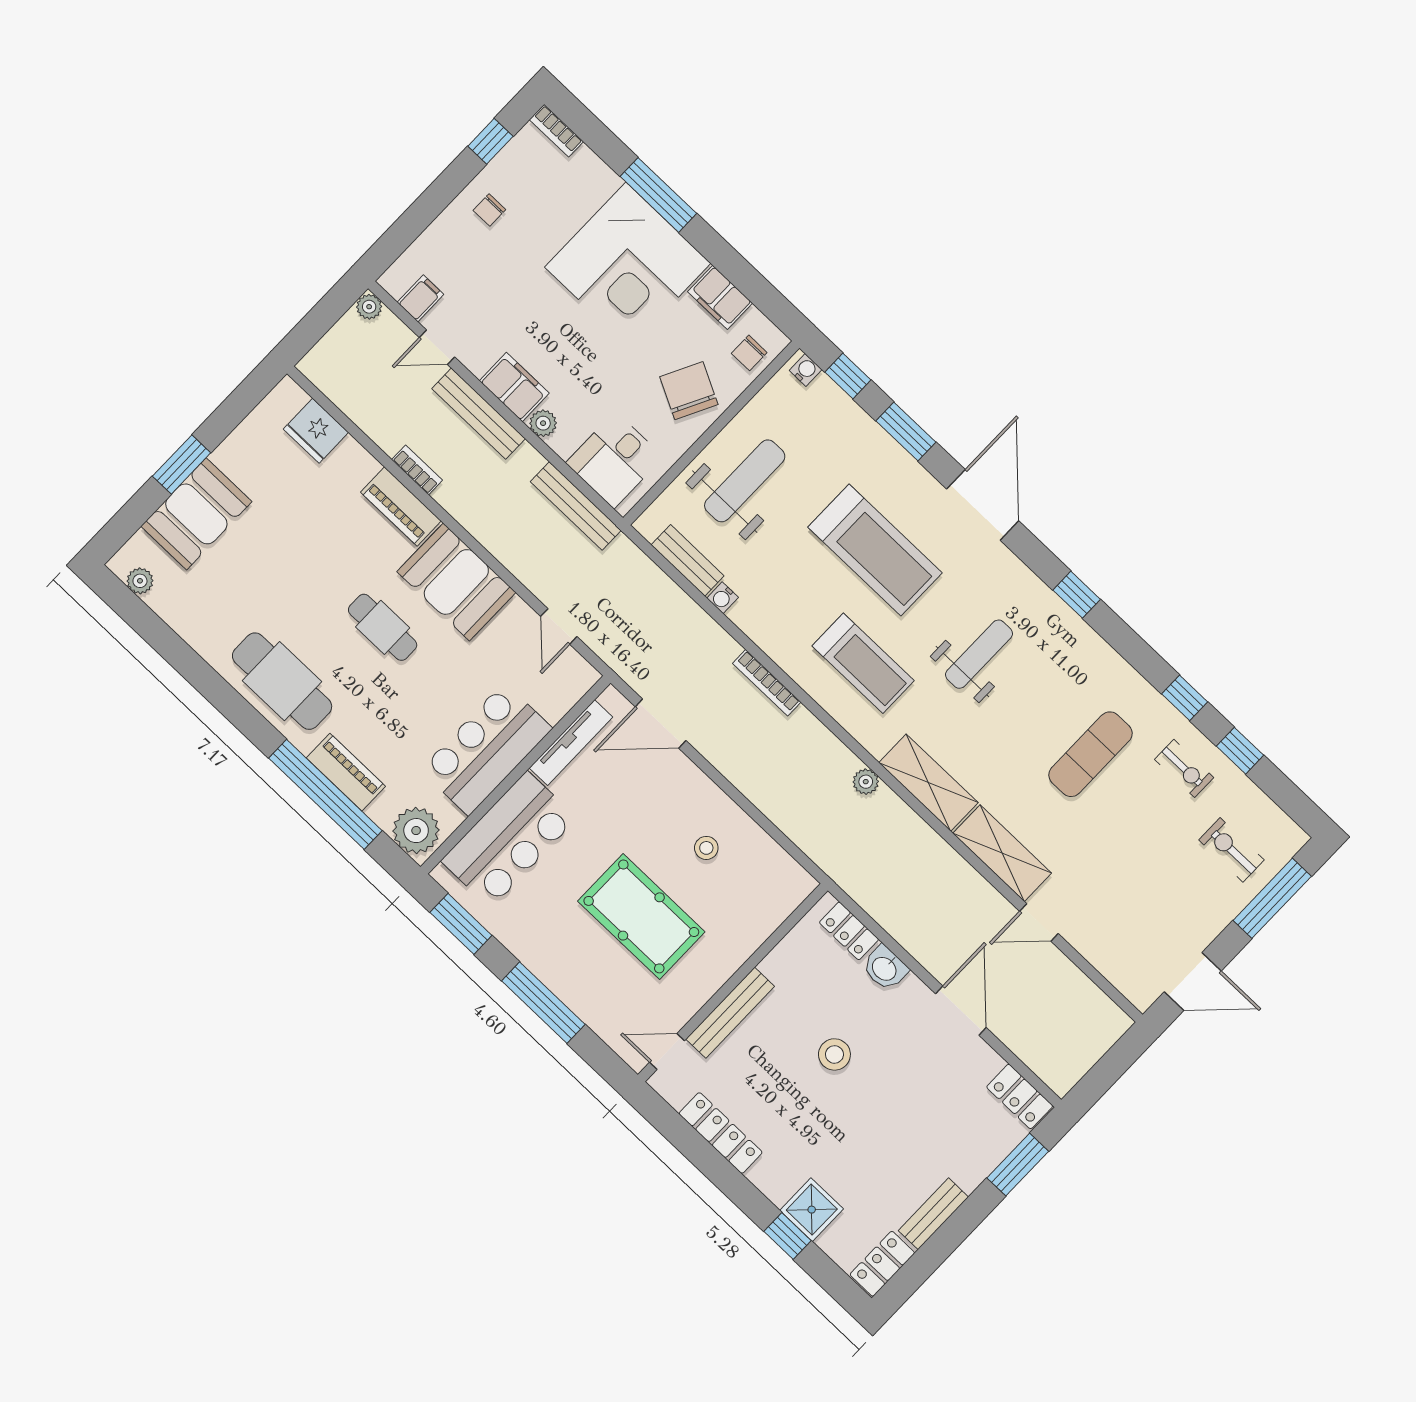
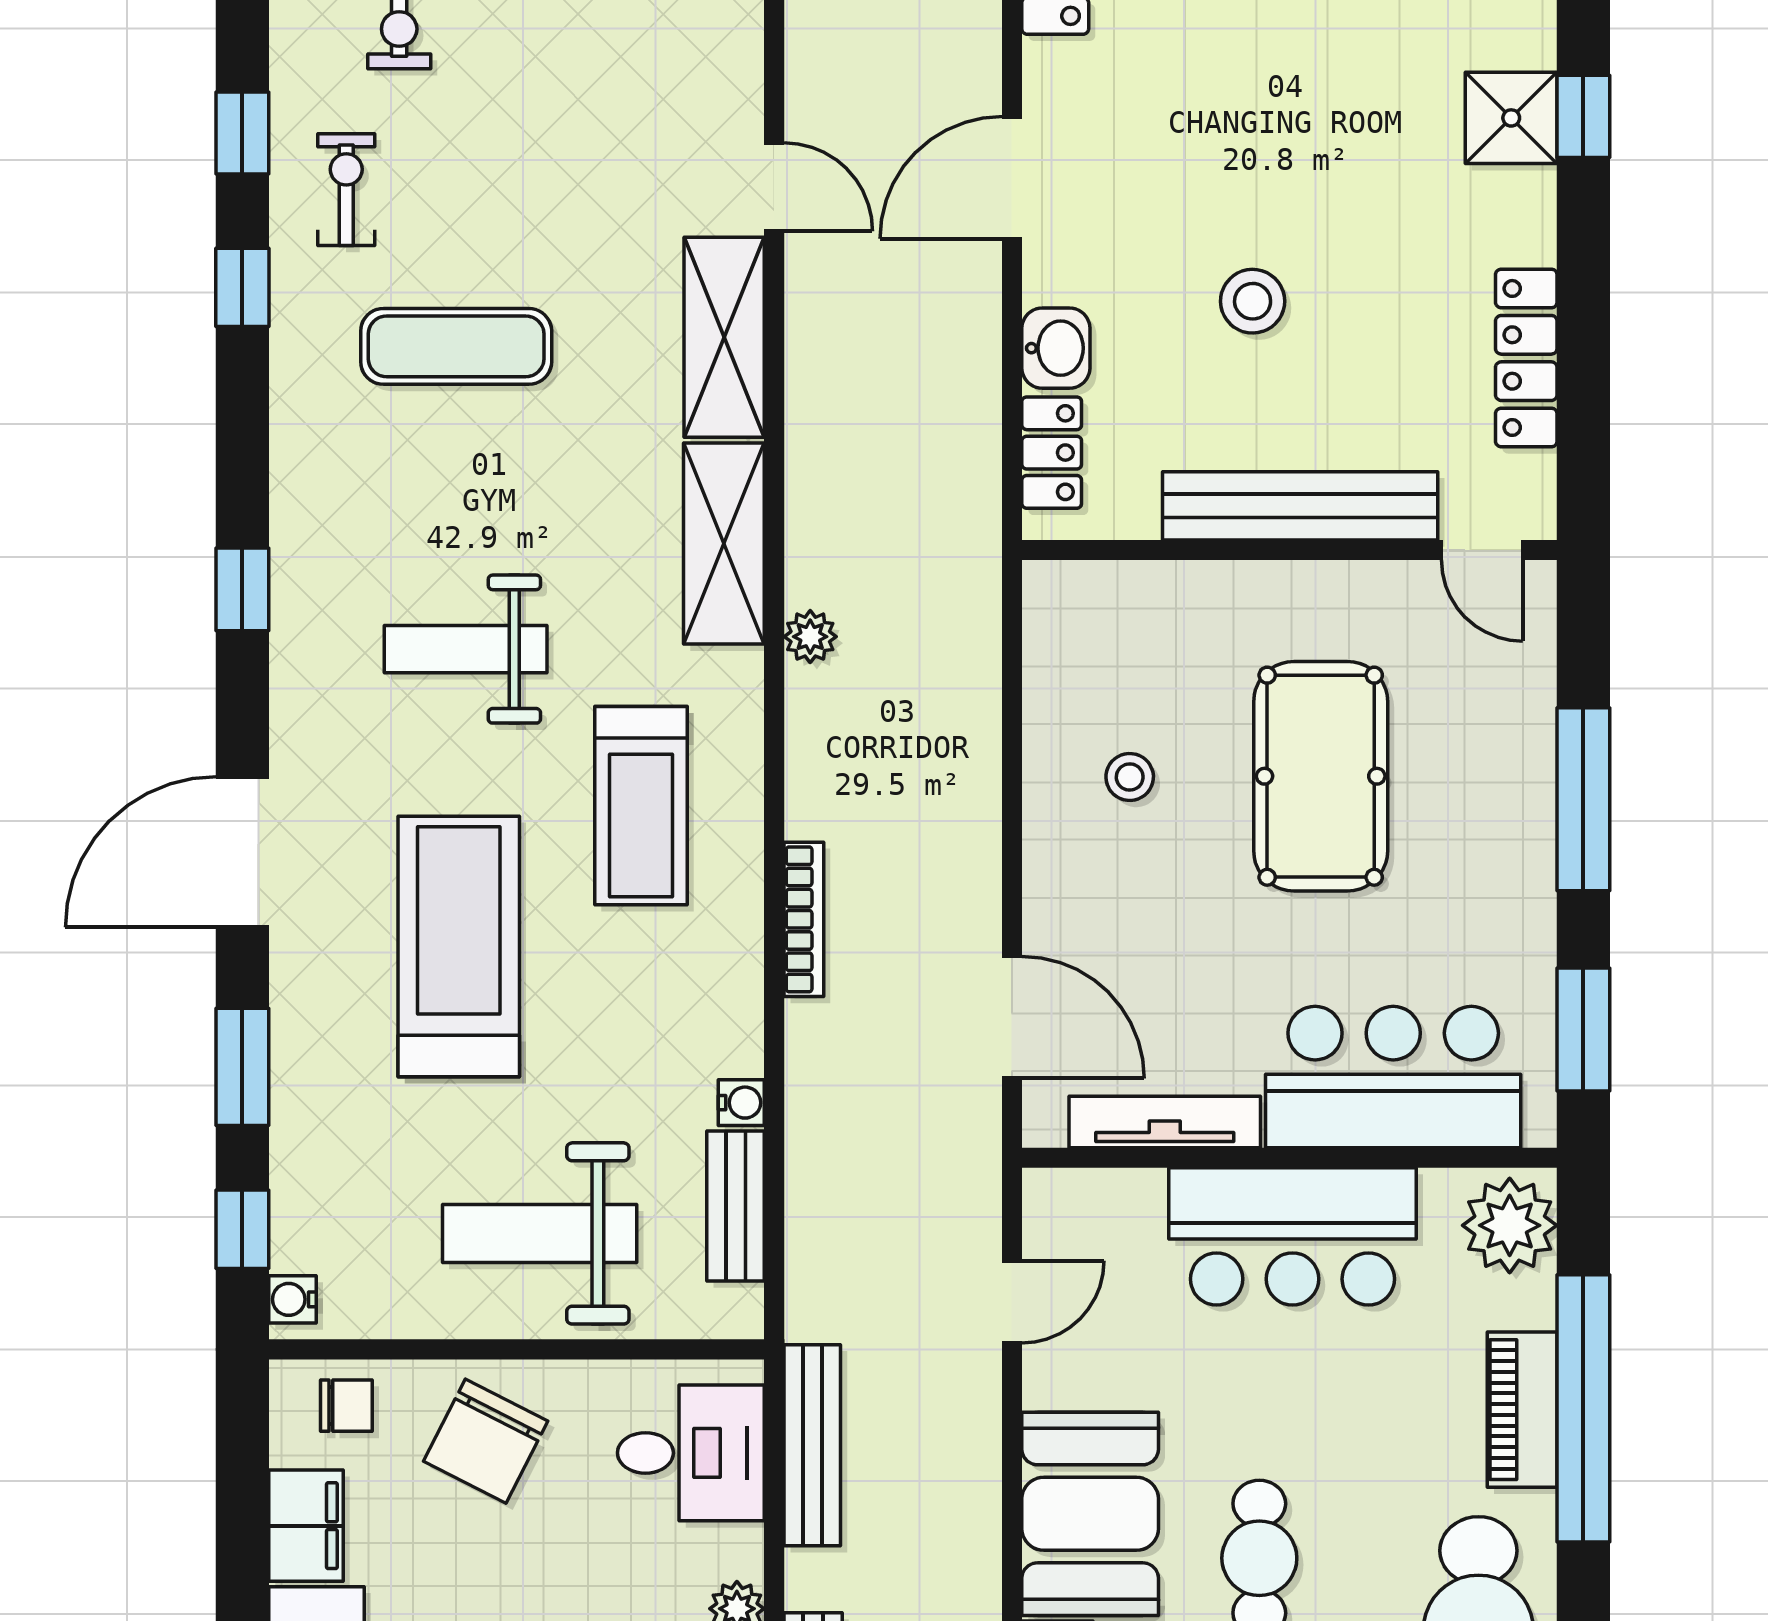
treadmill: (863, 663) -> (641, 806), turned 180
bench: (730, 1013) -> (1300, 506), width x1.37, depth x1.21

